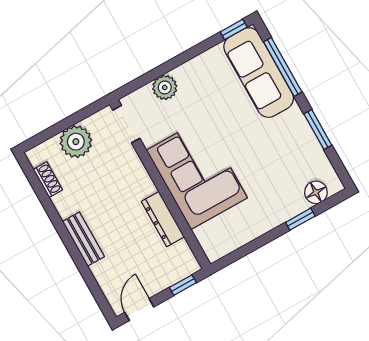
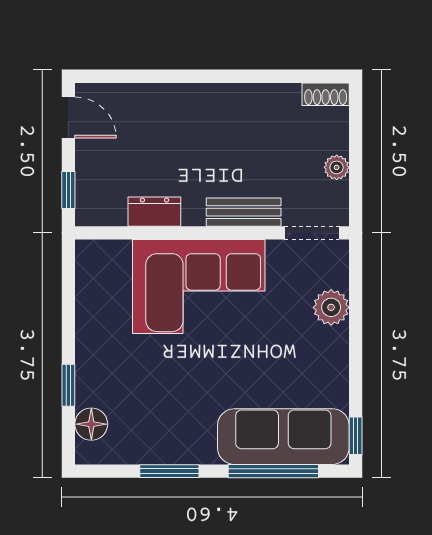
plant: (76, 142) -> (337, 167), width x0.53, depth x0.53
shoe rack: (48, 180) -> (326, 94), moved
dresser: (163, 219) -> (154, 212), width x0.70
bench: (83, 239) -> (244, 212), moved

